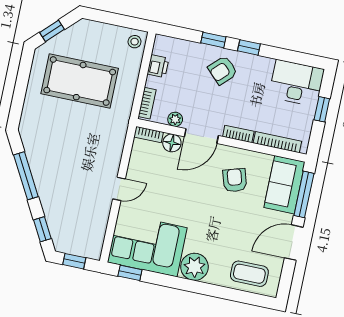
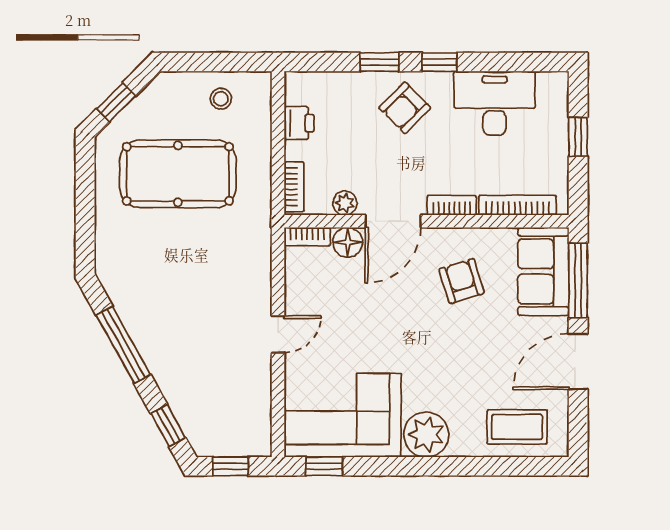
stool: (135, 42) -> (221, 99), moved
desk: (296, 83) -> (495, 103), moved

